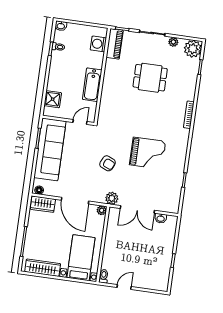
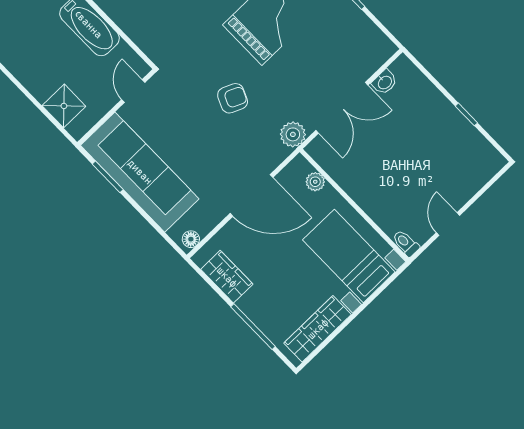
wardrobe: (43, 204) -> (227, 277), moved, turned -90
plant: (102, 210) -> (315, 182), moved

